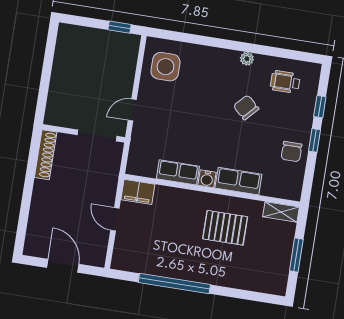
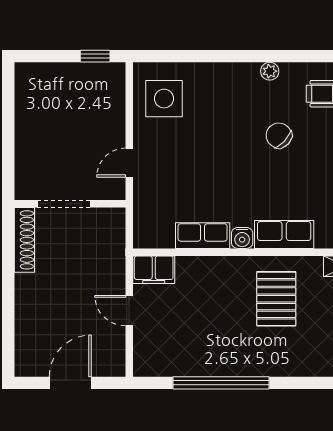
doorway: (97, 136) -> (64, 204), moved
pallet: (225, 228) -> (276, 299), turned 90
door: (63, 266) -> (70, 383), hinge flipped

